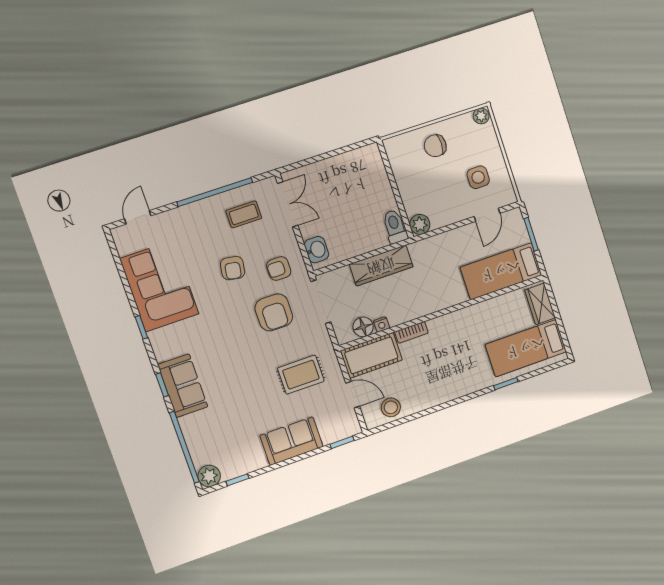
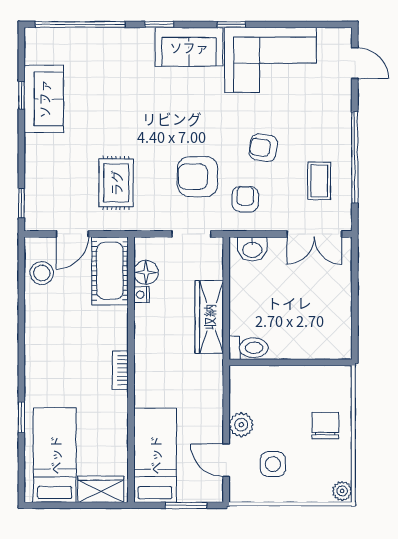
plant: (420, 224) -> (241, 425), moved
doorway: (321, 302) -> (191, 234), width x0.73
bookcase: (411, 332) -> (120, 370), moved
sofa: (183, 386) -> (189, 47), moved
sofa: (291, 441) -> (44, 99), moved
plant: (209, 476) -> (37, 40), removed
window: (237, 480) -> (21, 95), moved

